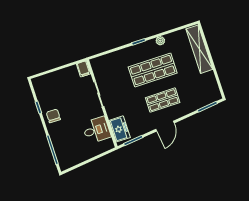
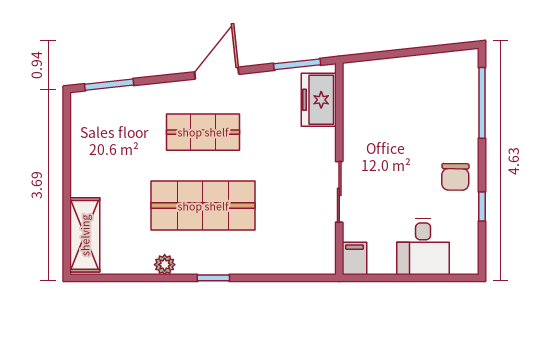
shelving: (199, 49) -> (85, 235), width x0.68
desk: (97, 130) -> (423, 247), moved, turned -90

